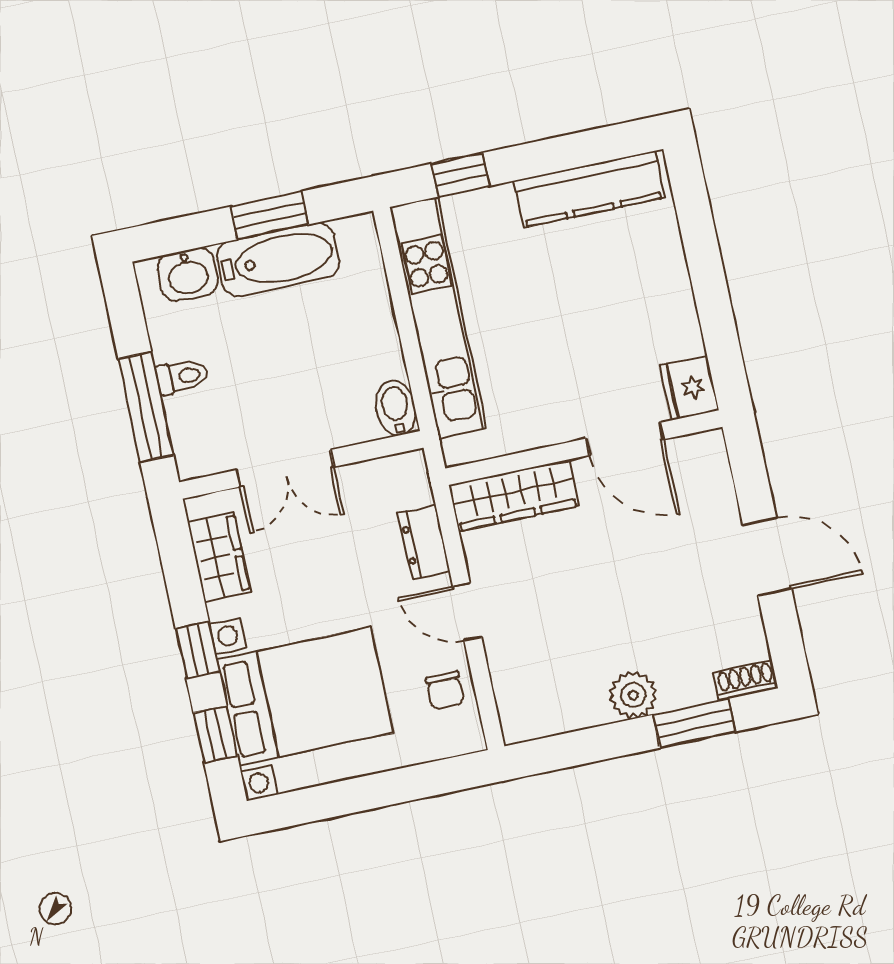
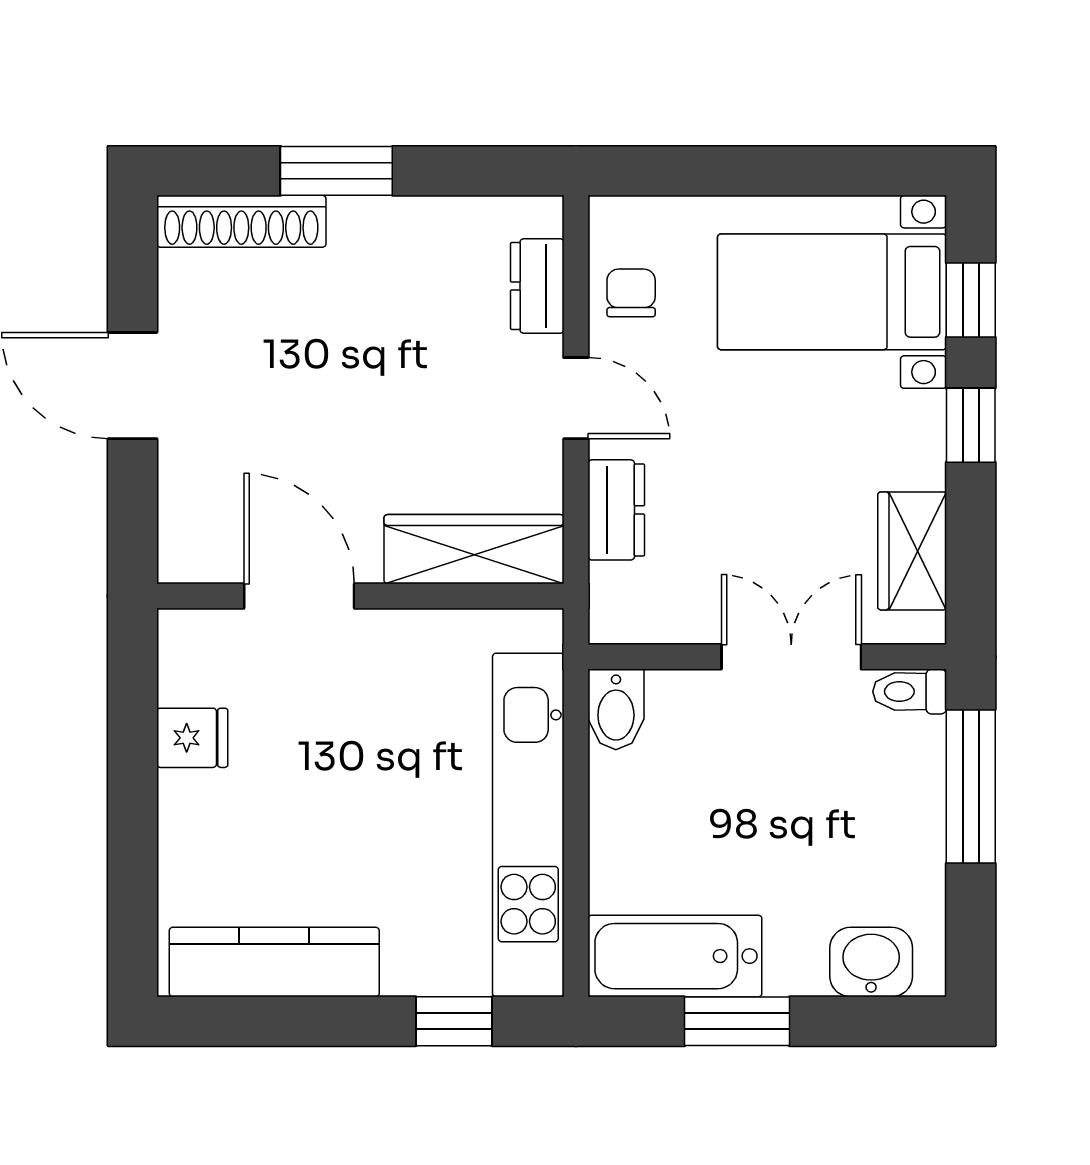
bathtub: (278, 259) -> (675, 956), moved
toilet: (182, 377) -> (910, 692), moved
fridge: (689, 388) -> (192, 738), moved, width x0.72
shoe rack: (746, 680) -> (241, 221), width x1.94, depth x1.24
dresser: (509, 682) -> (537, 286), added
plant: (633, 695) -> (365, 229), removed
bed with nightstands: (305, 696) -> (832, 292), width x0.73
window: (694, 723) -> (336, 171), moved

